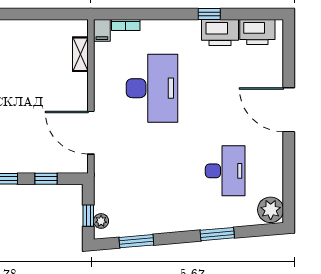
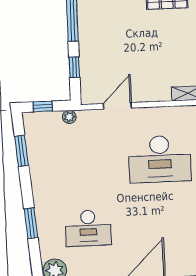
door: (91, 133) -> (117, 106), width x0.73
plant: (101, 221) -> (69, 117), moved

